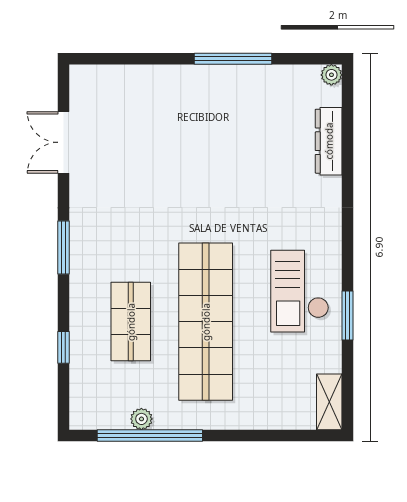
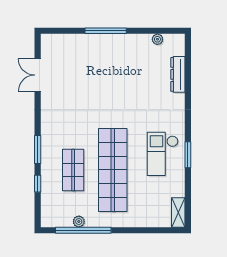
window: (233, 59) -> (106, 31), moved
plant: (331, 75) -> (157, 39), moved
window: (64, 248) -> (38, 150), moved
window: (348, 315) -> (188, 155), moved

